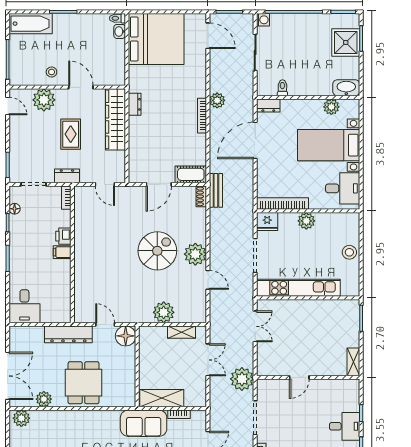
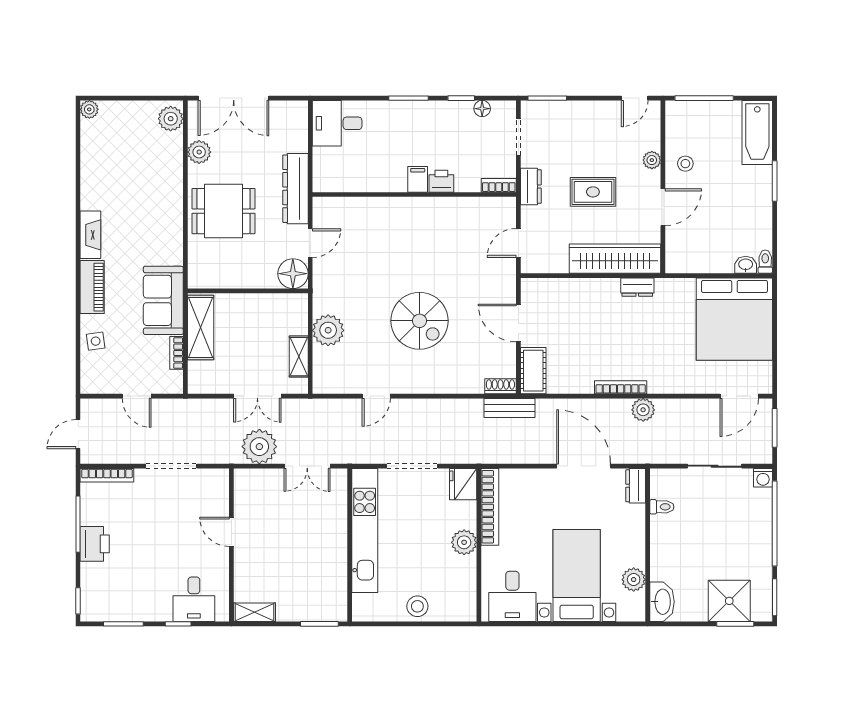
plant: (44, 100) -> (652, 160), width x0.53, depth x0.53
plant: (195, 254) -> (415, 377), removed
plant: (242, 379) -> (259, 447), moved
desk: (345, 426) -> (194, 599), moved

